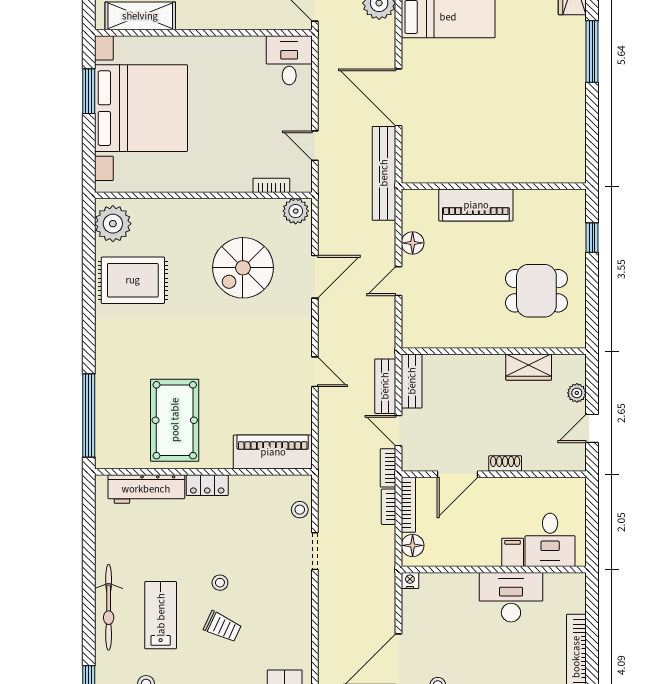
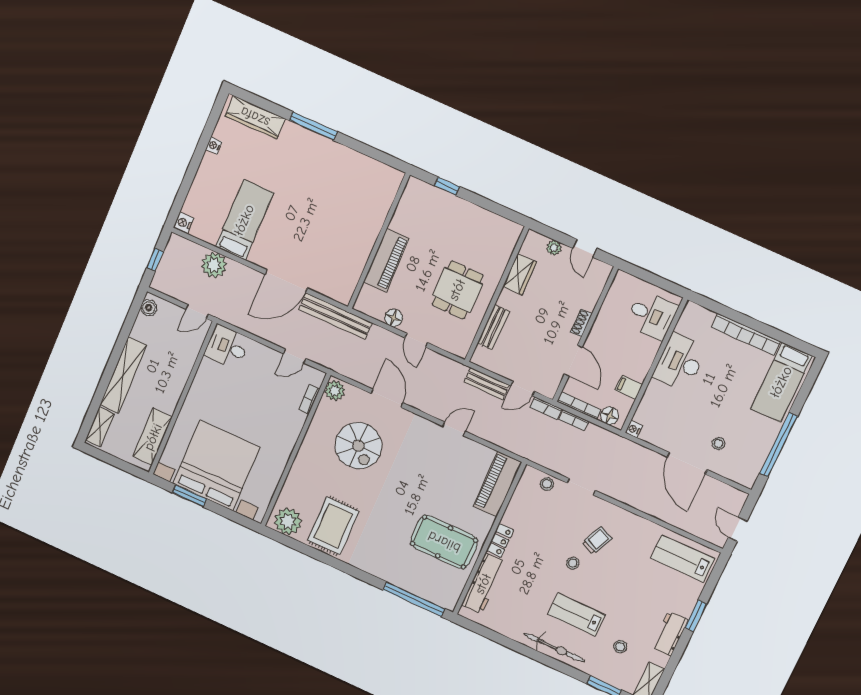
dining table: (536, 291) -> (457, 290), moved
bench: (412, 381) -> (493, 327), moved, turned 90
filing cabinet: (513, 552) -> (629, 387), moved
trolley: (222, 627) -> (597, 540), moved

